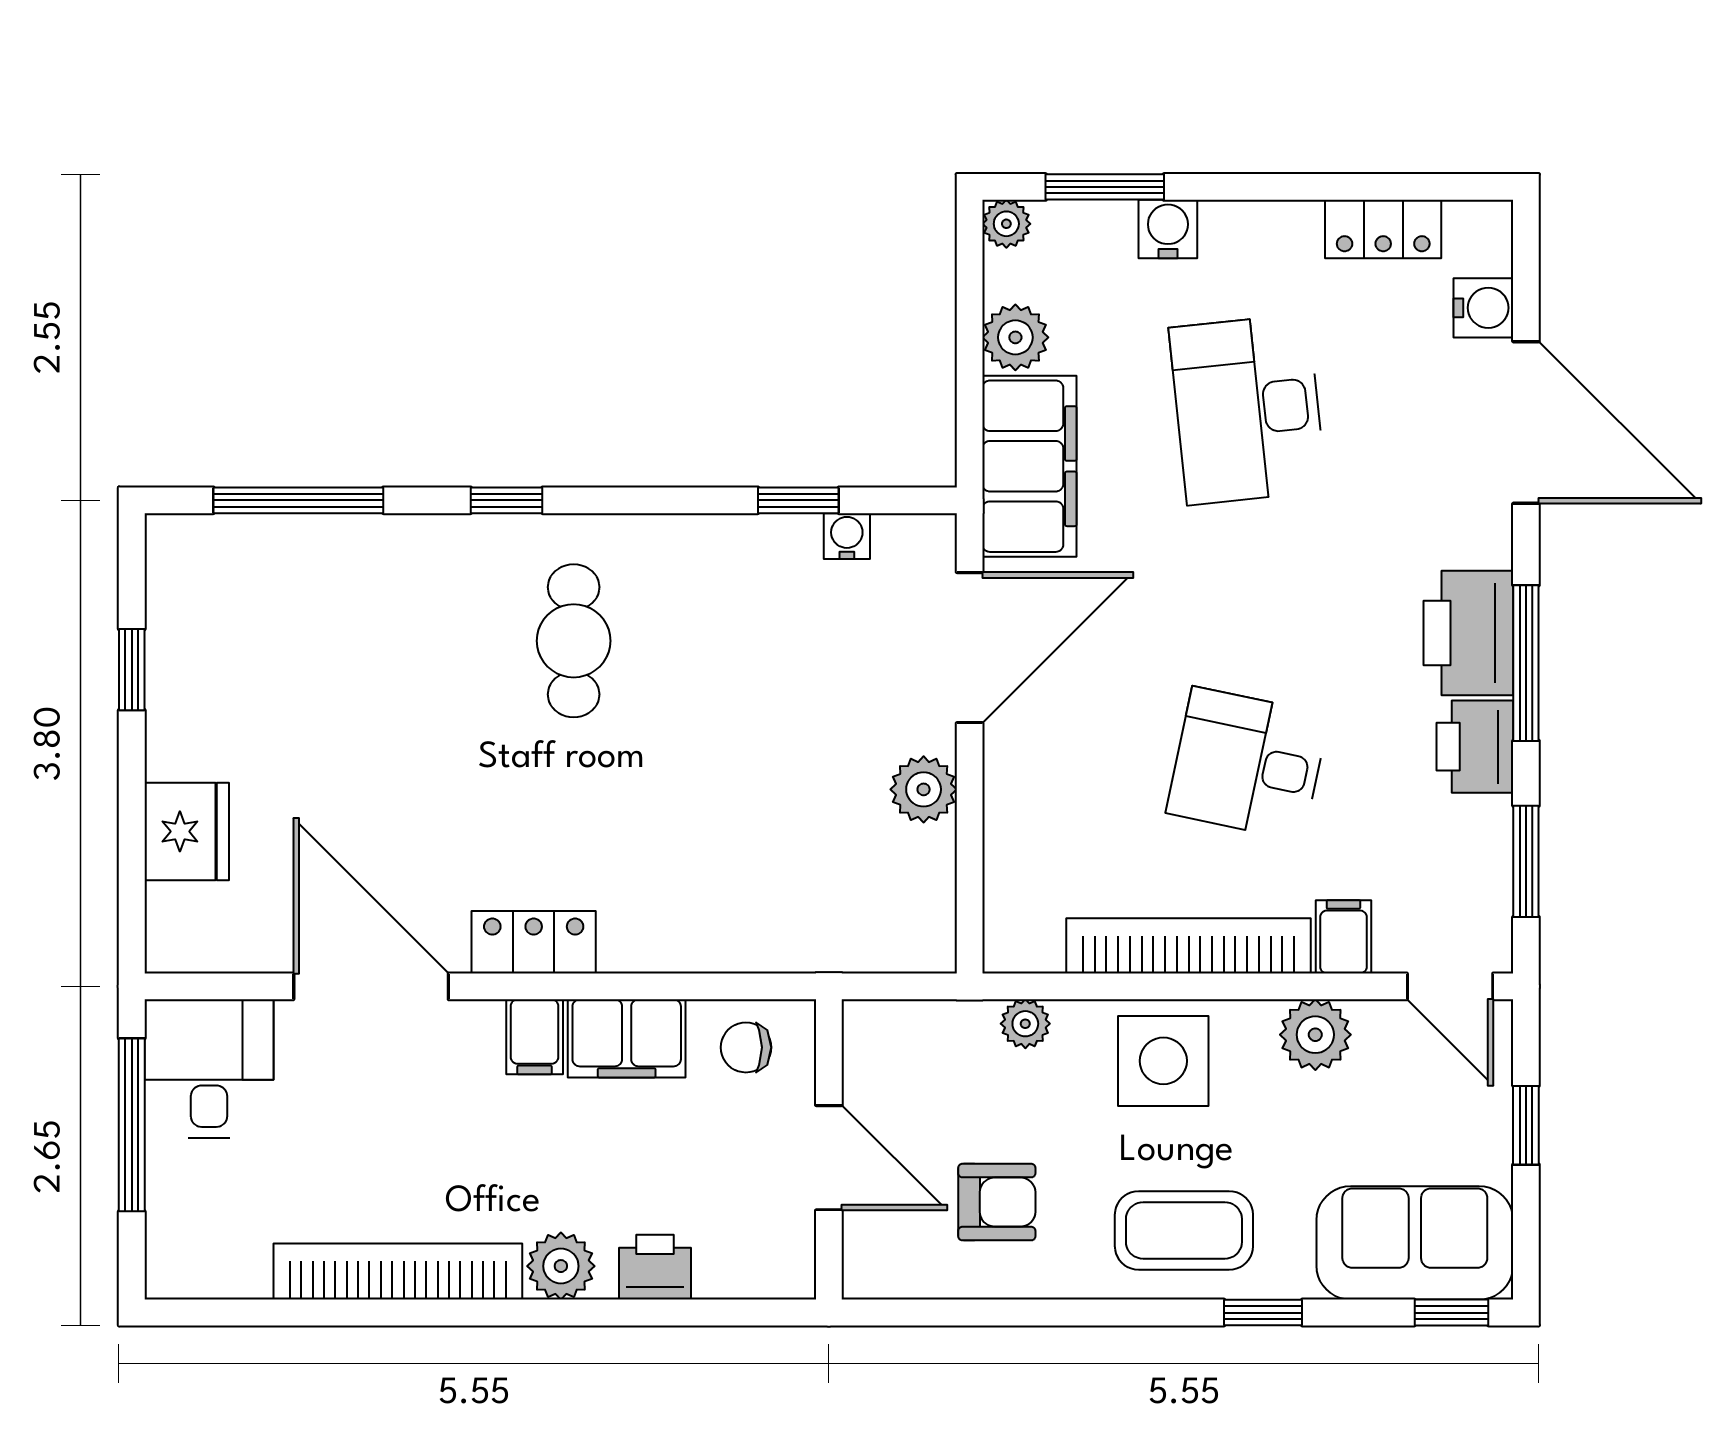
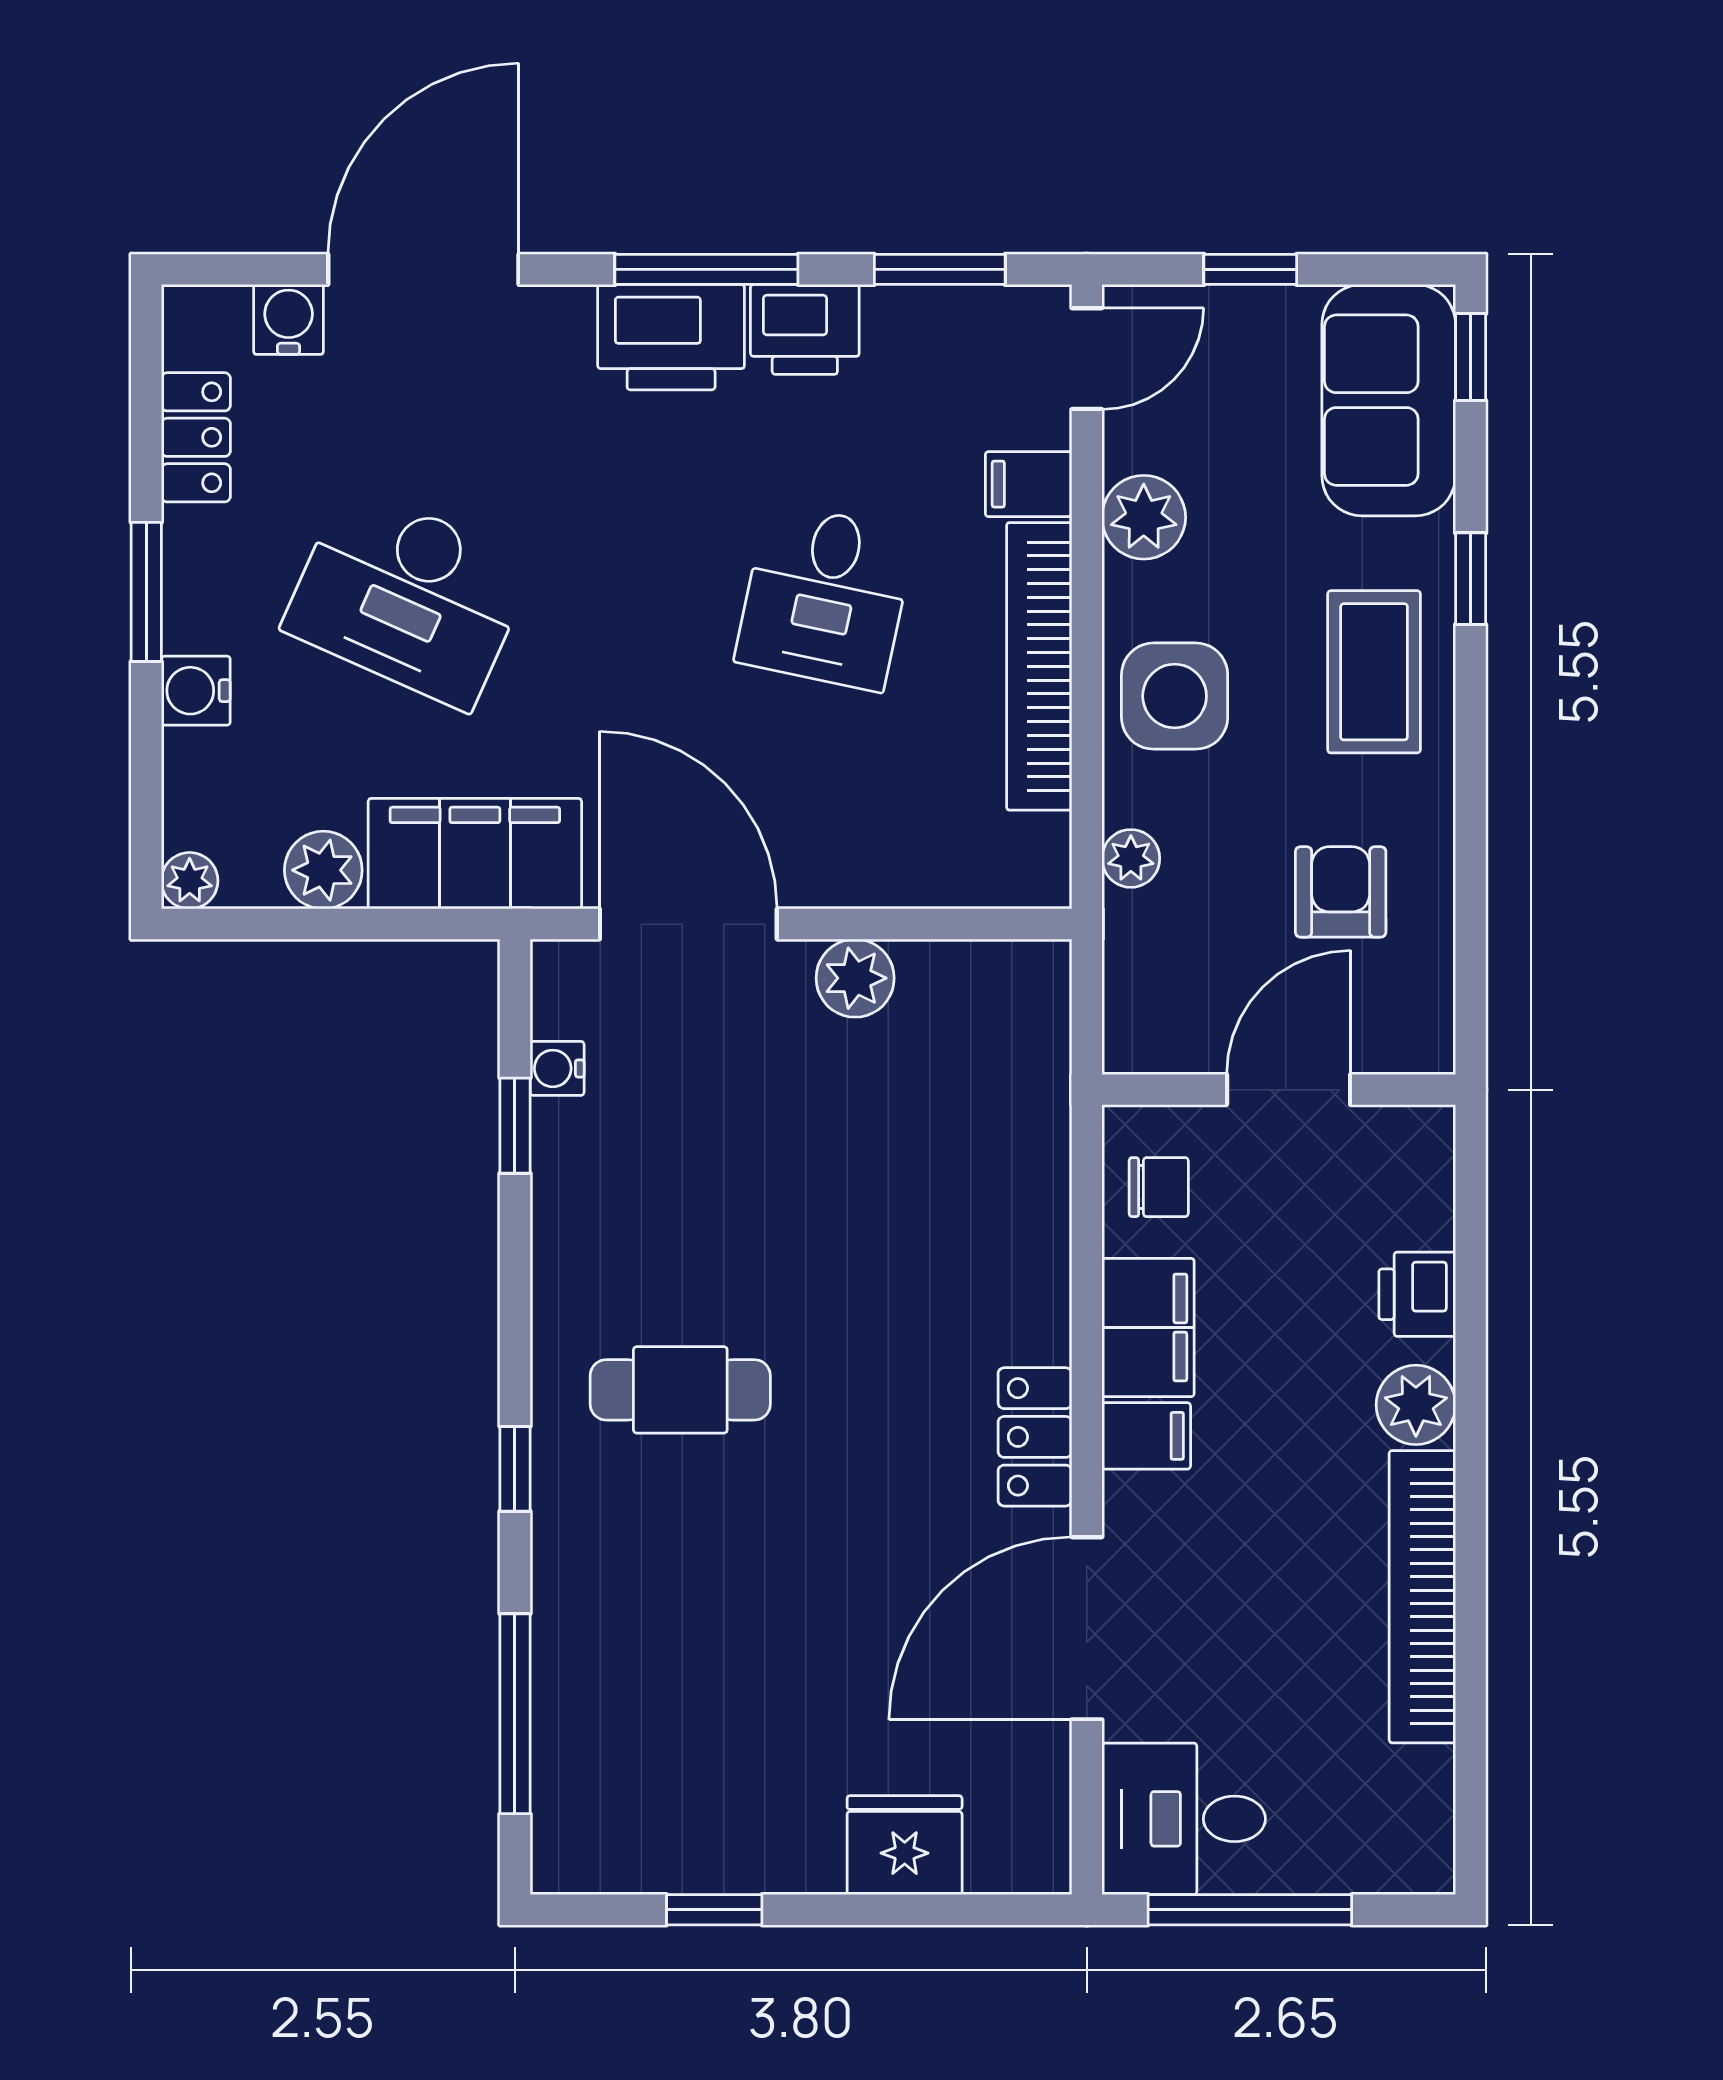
window: (1105, 187) -> (146, 592), moved
desk: (1248, 409) -> (408, 597), turned 30
chair: (746, 1047) -> (1159, 1187), turned -90

